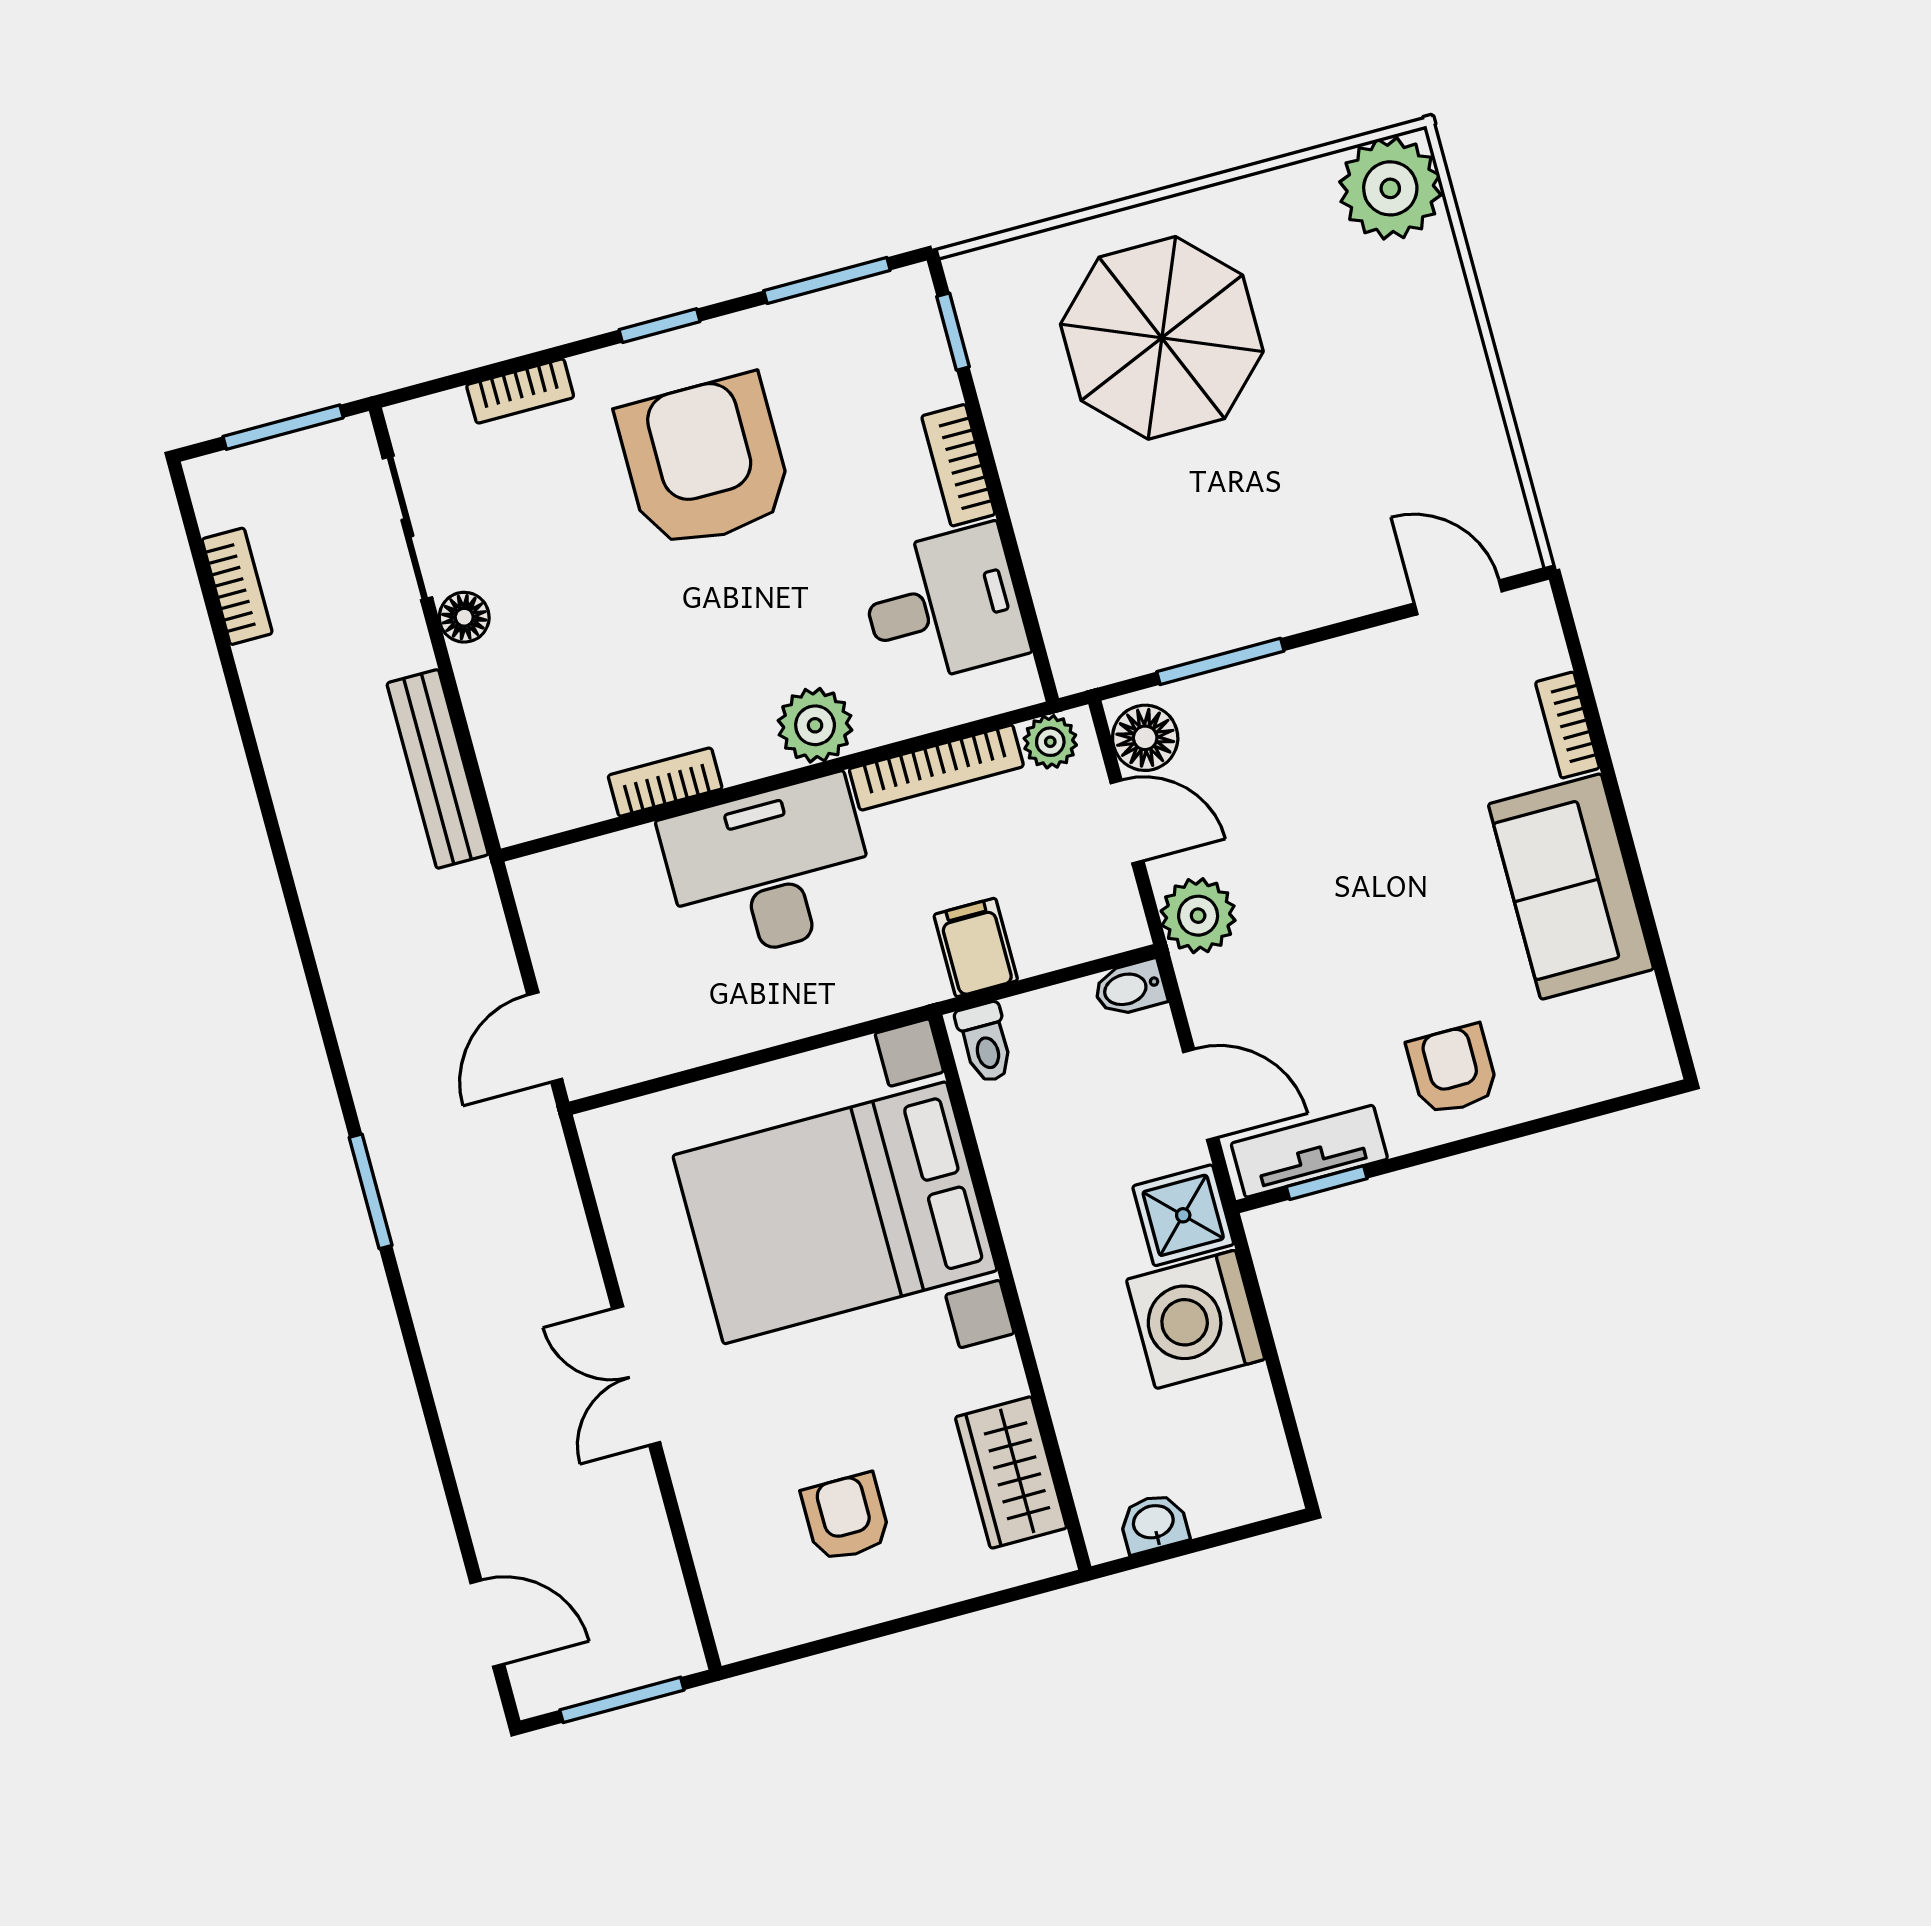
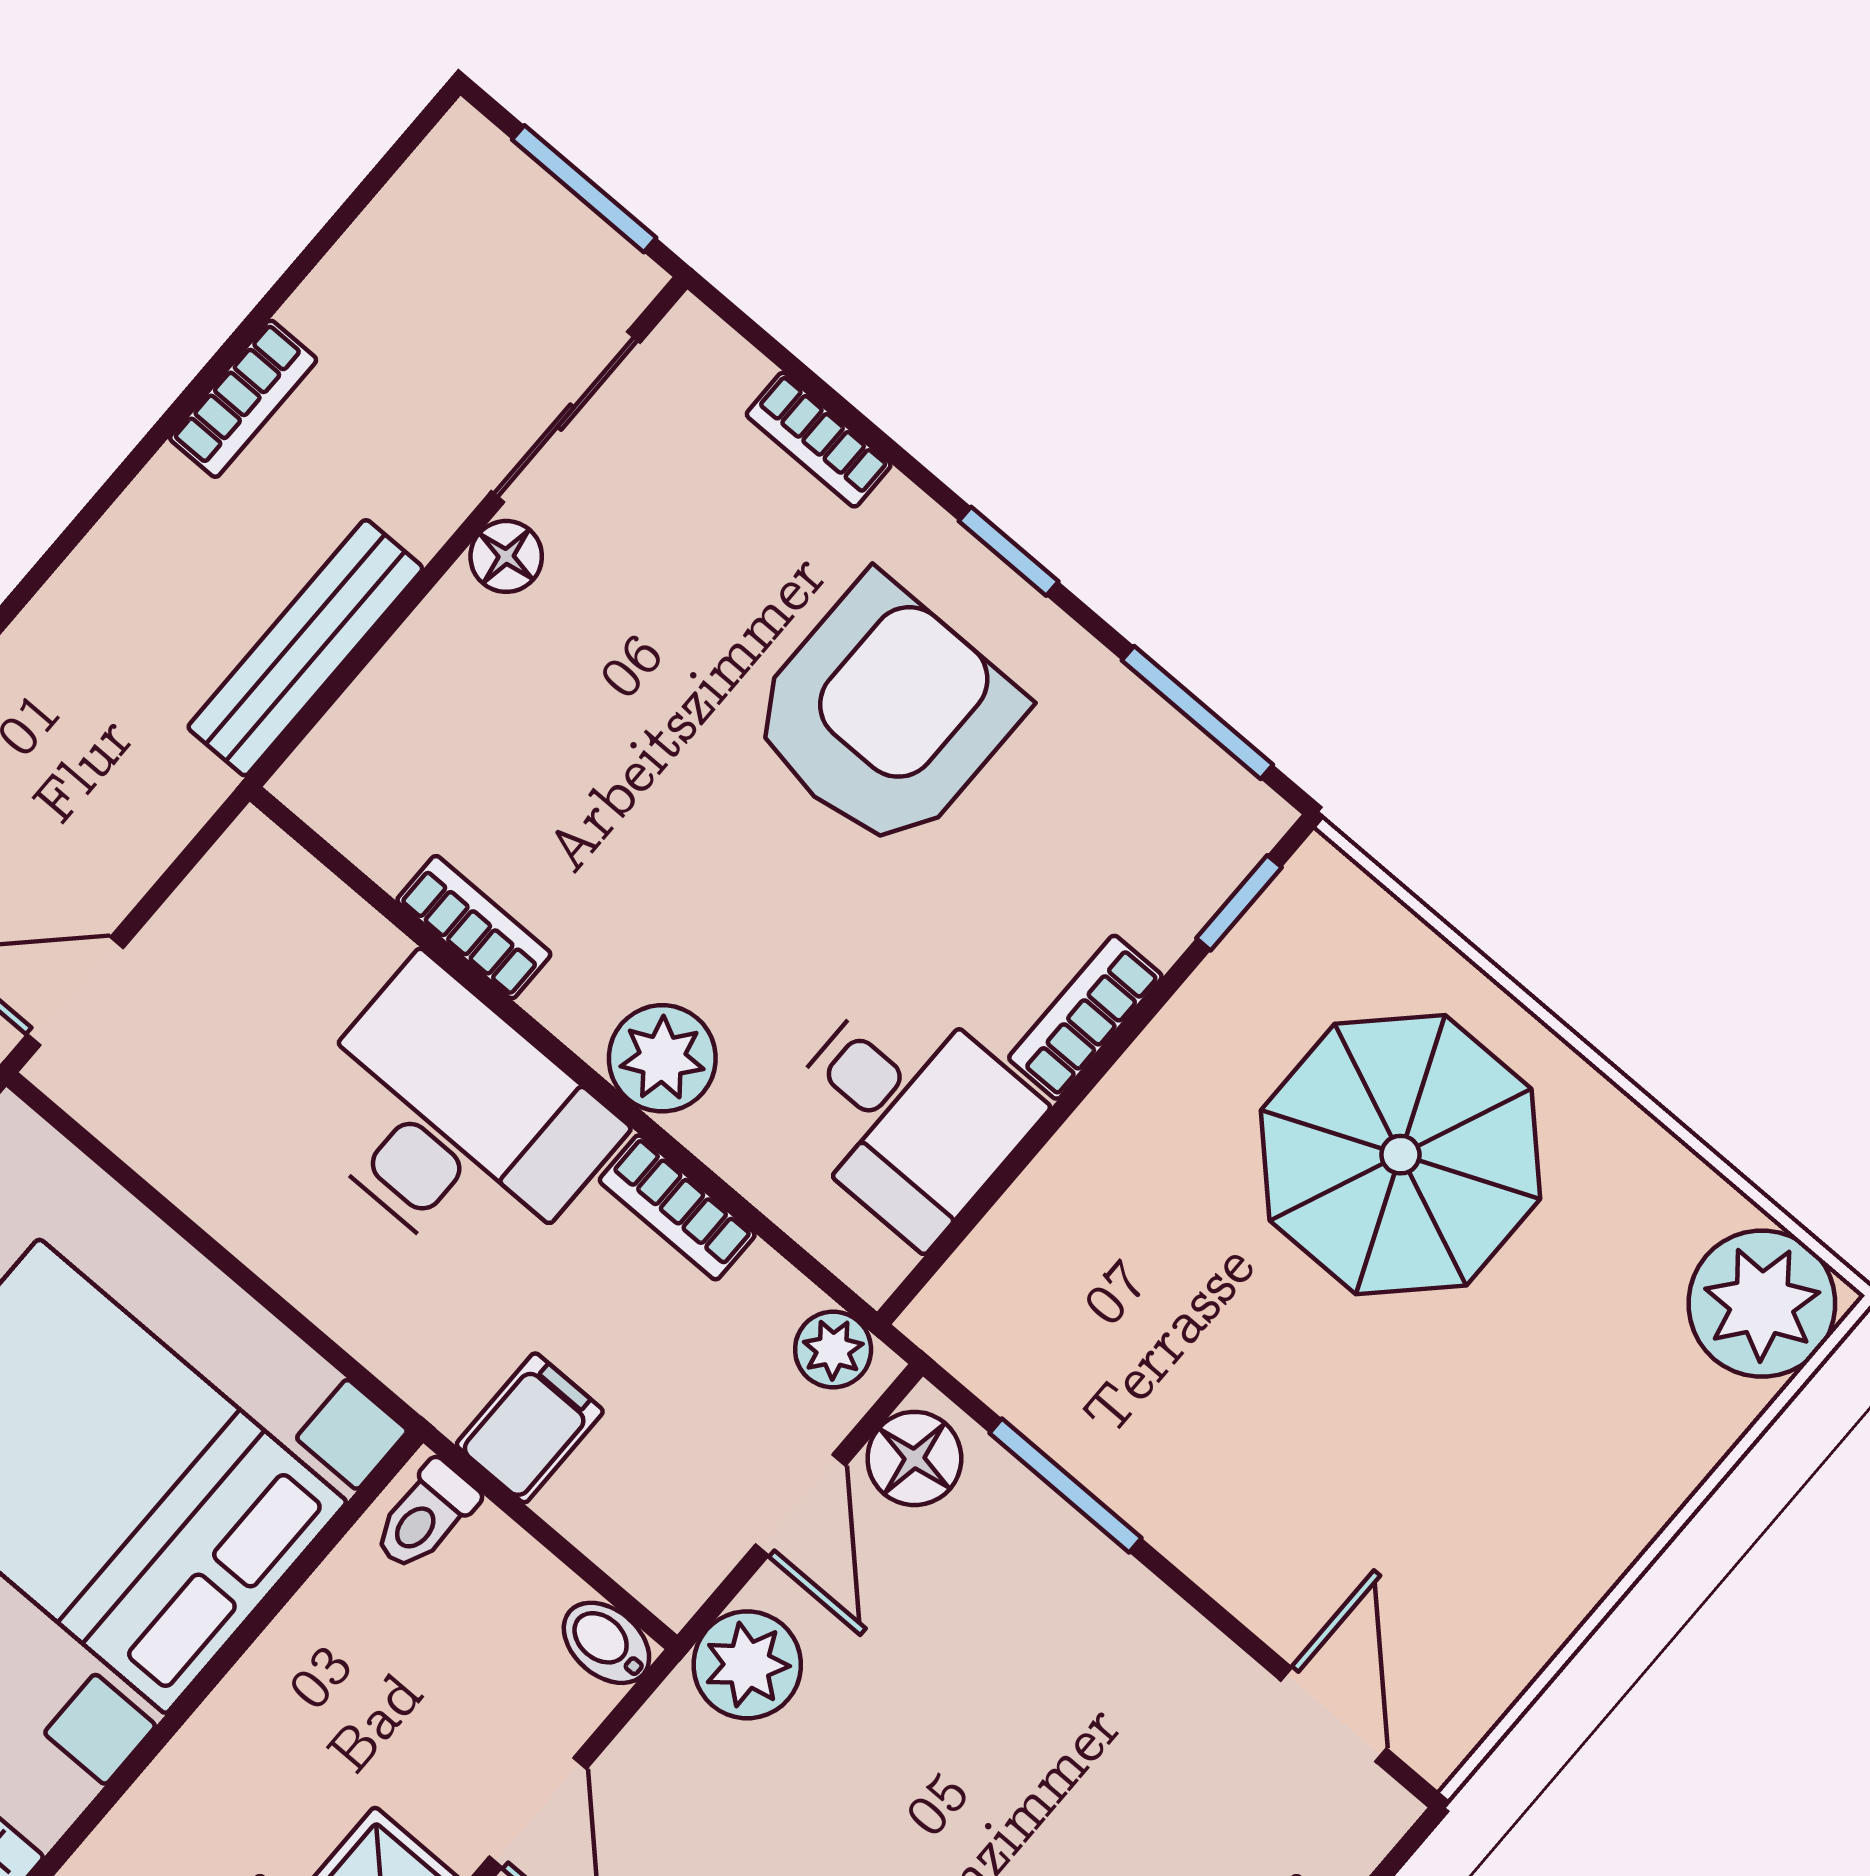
bookcase: (237, 586) -> (243, 399), moved
bookcase: (936, 768) -> (677, 1207), width x0.64

